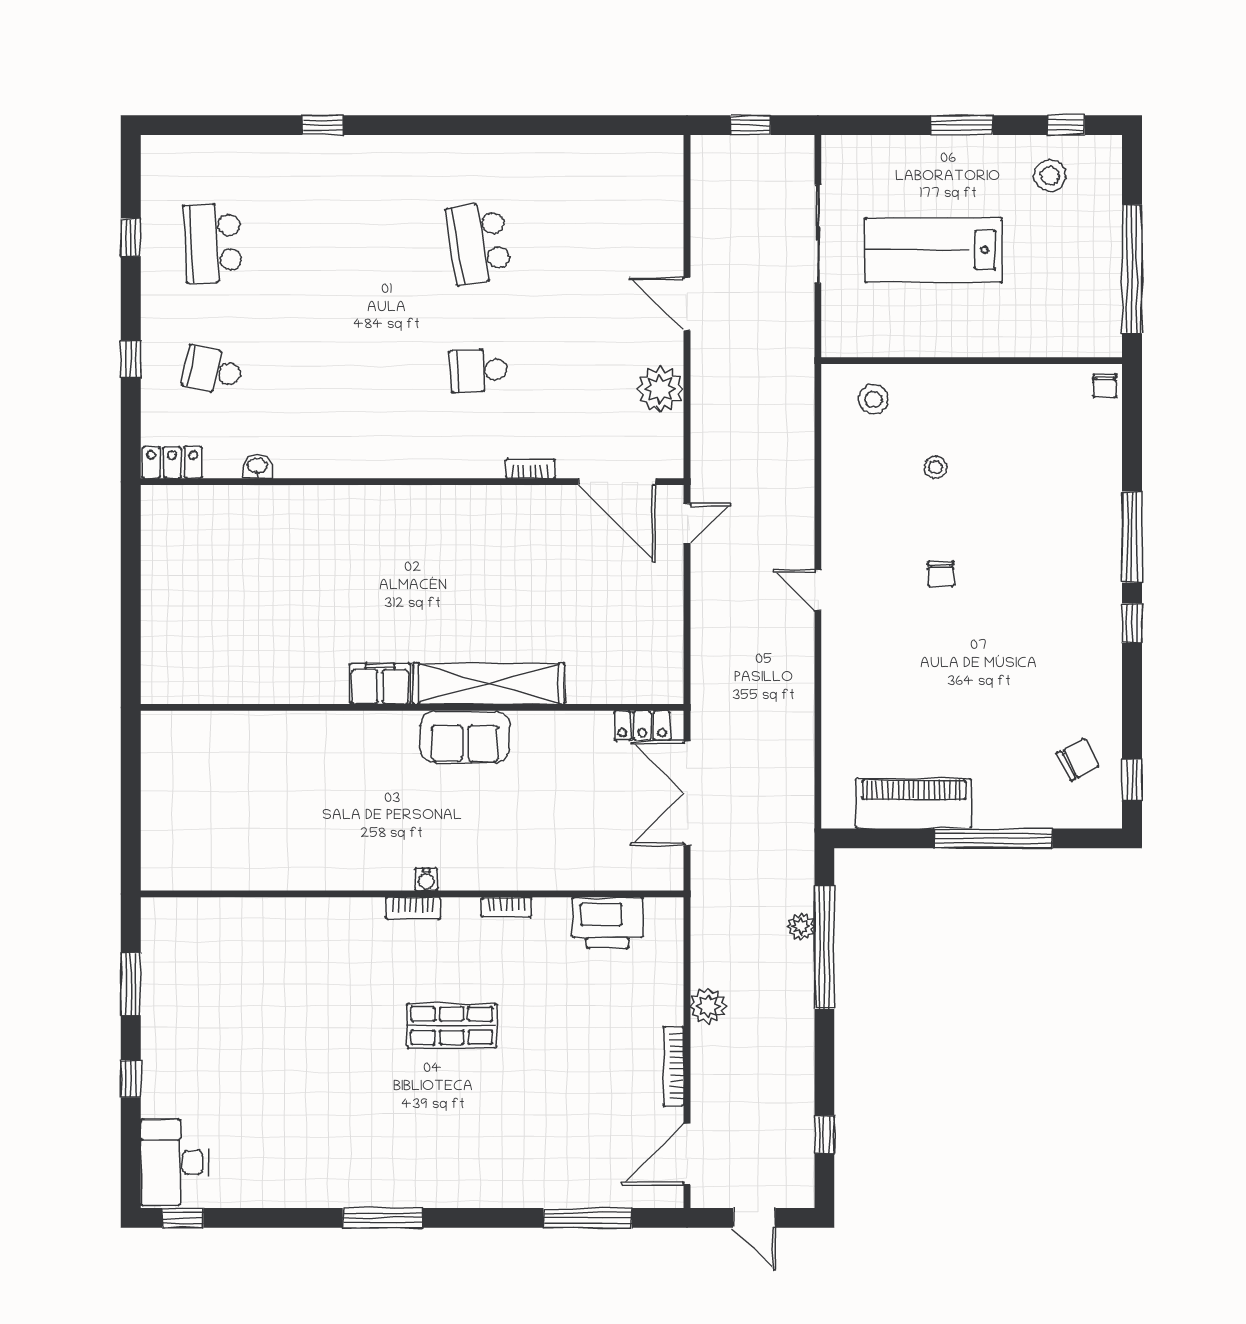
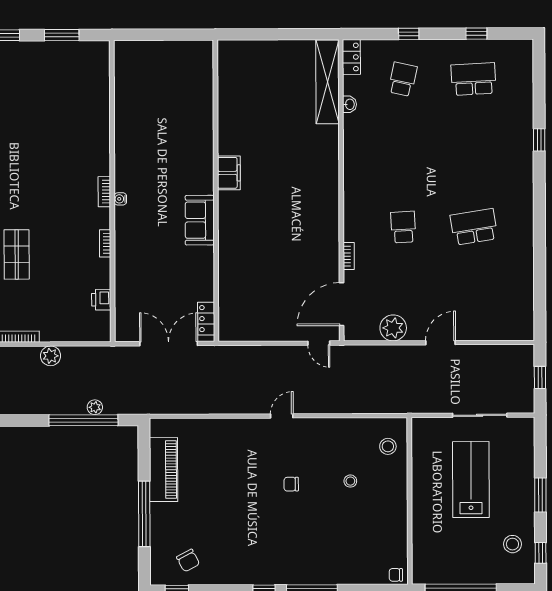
shelving: (489, 684) -> (328, 82), moved
printer: (608, 923) -> (101, 300), width x0.53, depth x0.68
shop shelf: (452, 1026) -> (17, 254), moved

